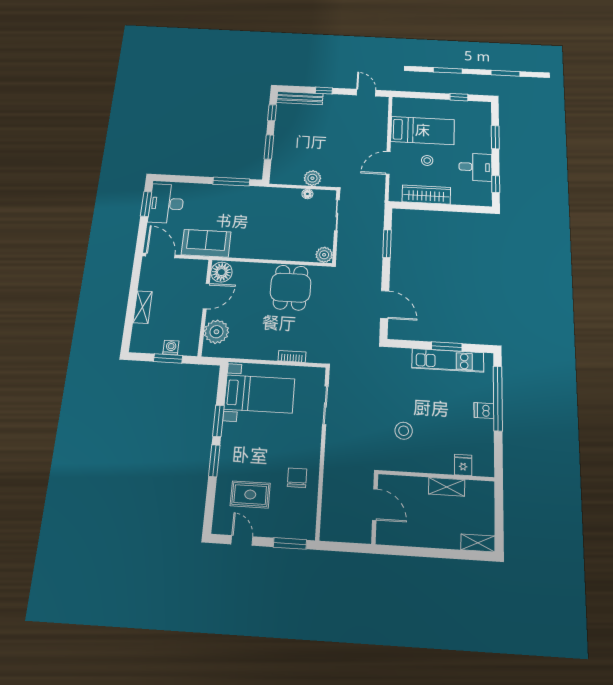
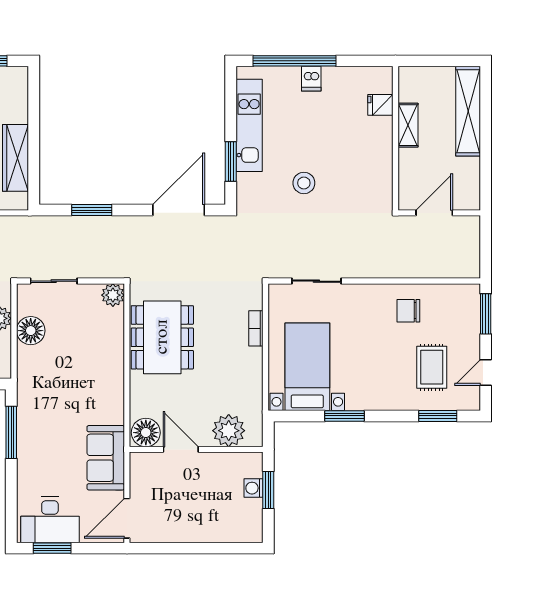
floor lamp: (307, 194) -> (31, 331), width x1.89, depth x1.89
dining table: (291, 288) -> (162, 337), width x1.37
door: (385, 305) -> (179, 210), width x1.36
shelving: (143, 307) -> (201, 533), removed
window: (447, 346) -> (231, 161), moved
stool: (404, 431) -> (304, 183), moved
window: (214, 461) -> (438, 416), moved
shelving: (478, 543) -> (468, 111), width x2.20, depth x1.33

